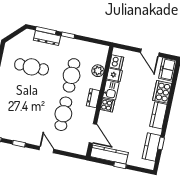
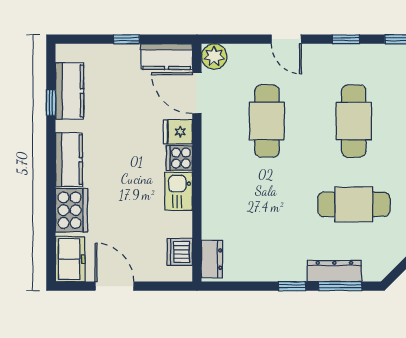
plant: (98, 71) -> (214, 56), moved
cafe table: (72, 75) -> (354, 121), moved
fridge: (114, 75) -> (178, 132), moved
dresser: (93, 98) -> (212, 259), moved
kitchen counter: (109, 155) -> (167, 57), width x0.67

